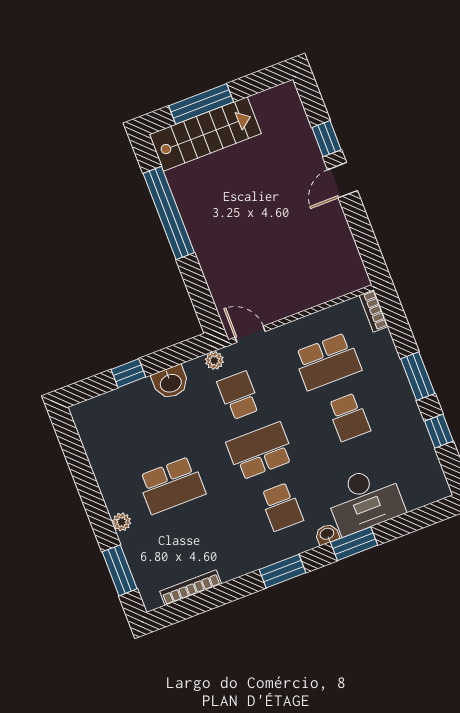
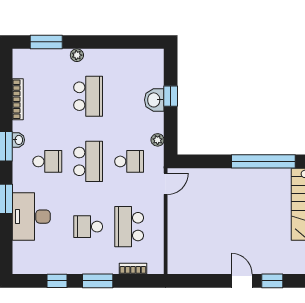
bookcase: (374, 311) -> (133, 269), moved
plant: (214, 361) -> (158, 140), moved
washbasin: (171, 382) -> (154, 100), moved
school desk: (172, 485) -> (88, 96), turned 180
school desk: (282, 507) -> (47, 161), turned 180
washbasin: (327, 534) -> (18, 140), moved
bookcase: (191, 588) -> (18, 99), moved

